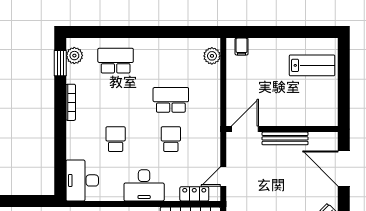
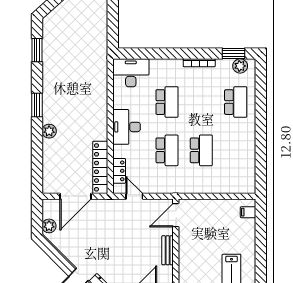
plant: (212, 56) -> (240, 186), removed
door: (245, 129) -> (176, 215), swing flipped
bench: (285, 138) -> (168, 250), width x0.73
school desk: (116, 139) -> (167, 102), width x1.85
school desk: (171, 139) -> (167, 150), width x1.85

